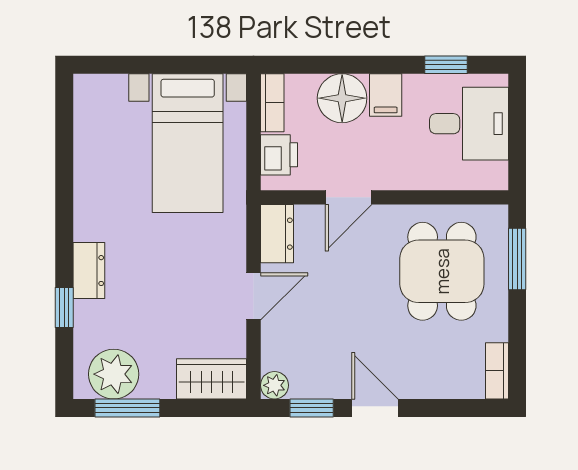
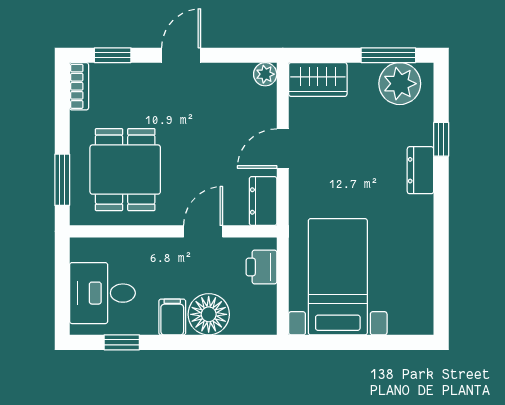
bookcase: (272, 103) -> (267, 311), removed
window: (312, 408) -> (113, 55), moved
door: (375, 408) -> (181, 55), swing flipped

